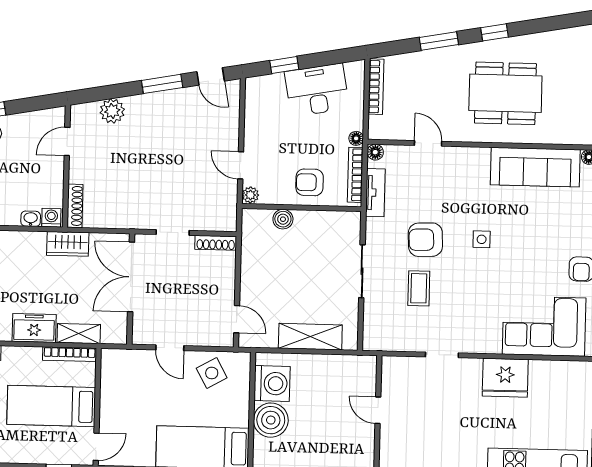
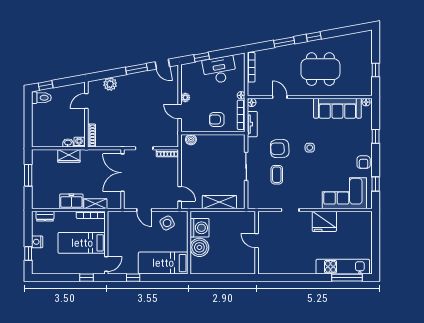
plant: (250, 195) -> (185, 97), moved
boiler: (283, 219) -> (191, 140), moved
wardrobe: (68, 244) -> (69, 156), moved

